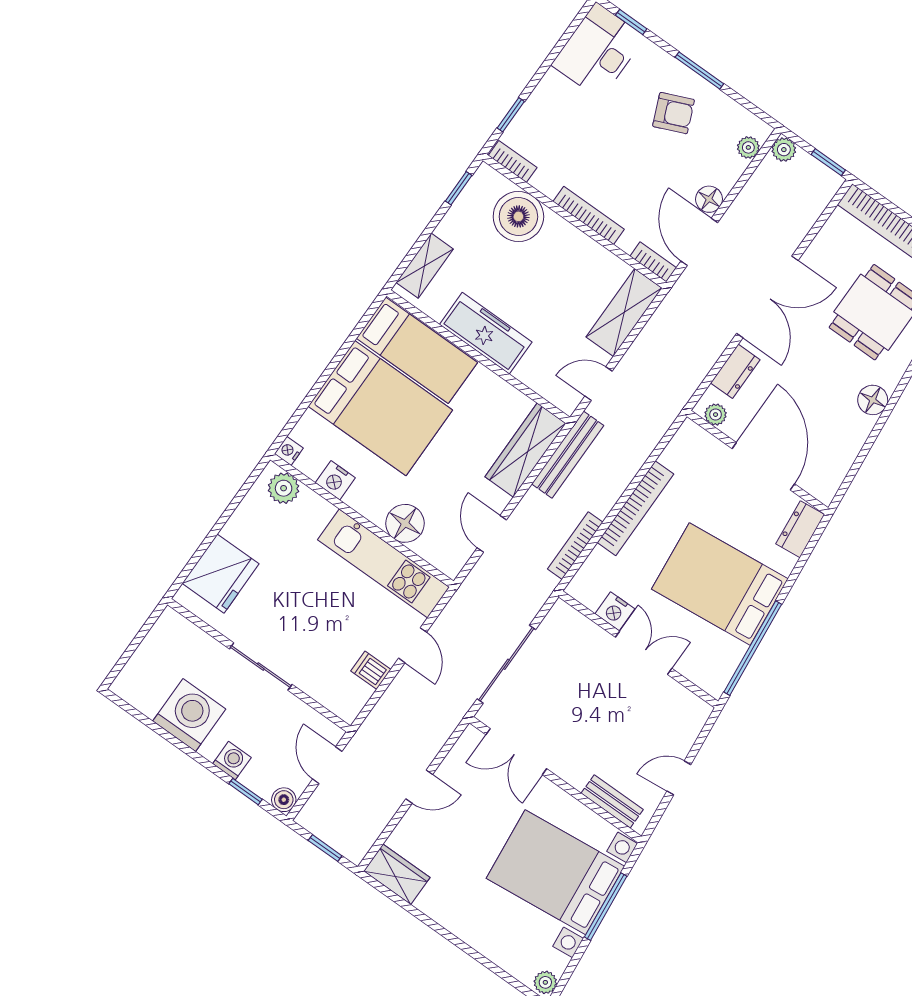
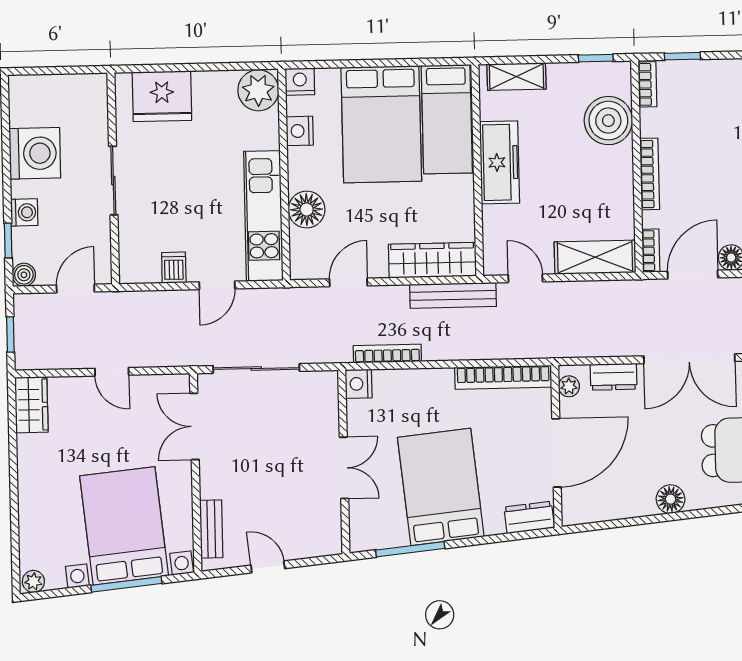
nightstand: (289, 451) -> (300, 82), width x1.39, depth x1.35
plant: (284, 488) -> (258, 90), width x1.36, depth x1.36
bookcase: (635, 508) -> (503, 377), moved
nightstand: (615, 611) -> (359, 384), moved
window: (753, 648) -> (410, 549), width x0.68

